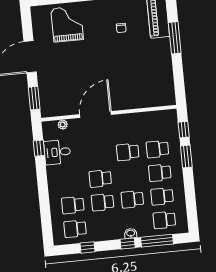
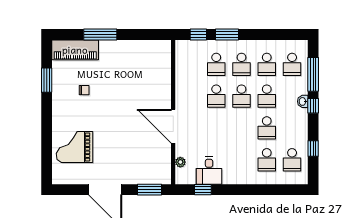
school desk: (100, 179) -> (241, 96), moved

